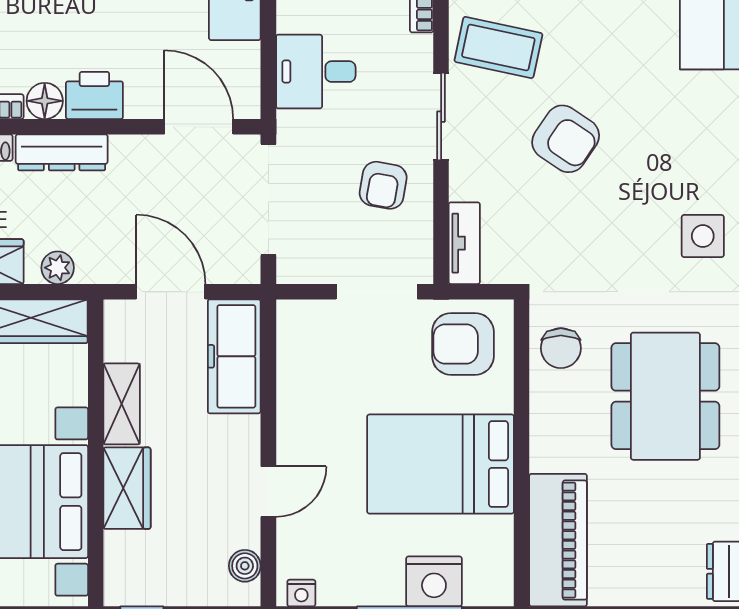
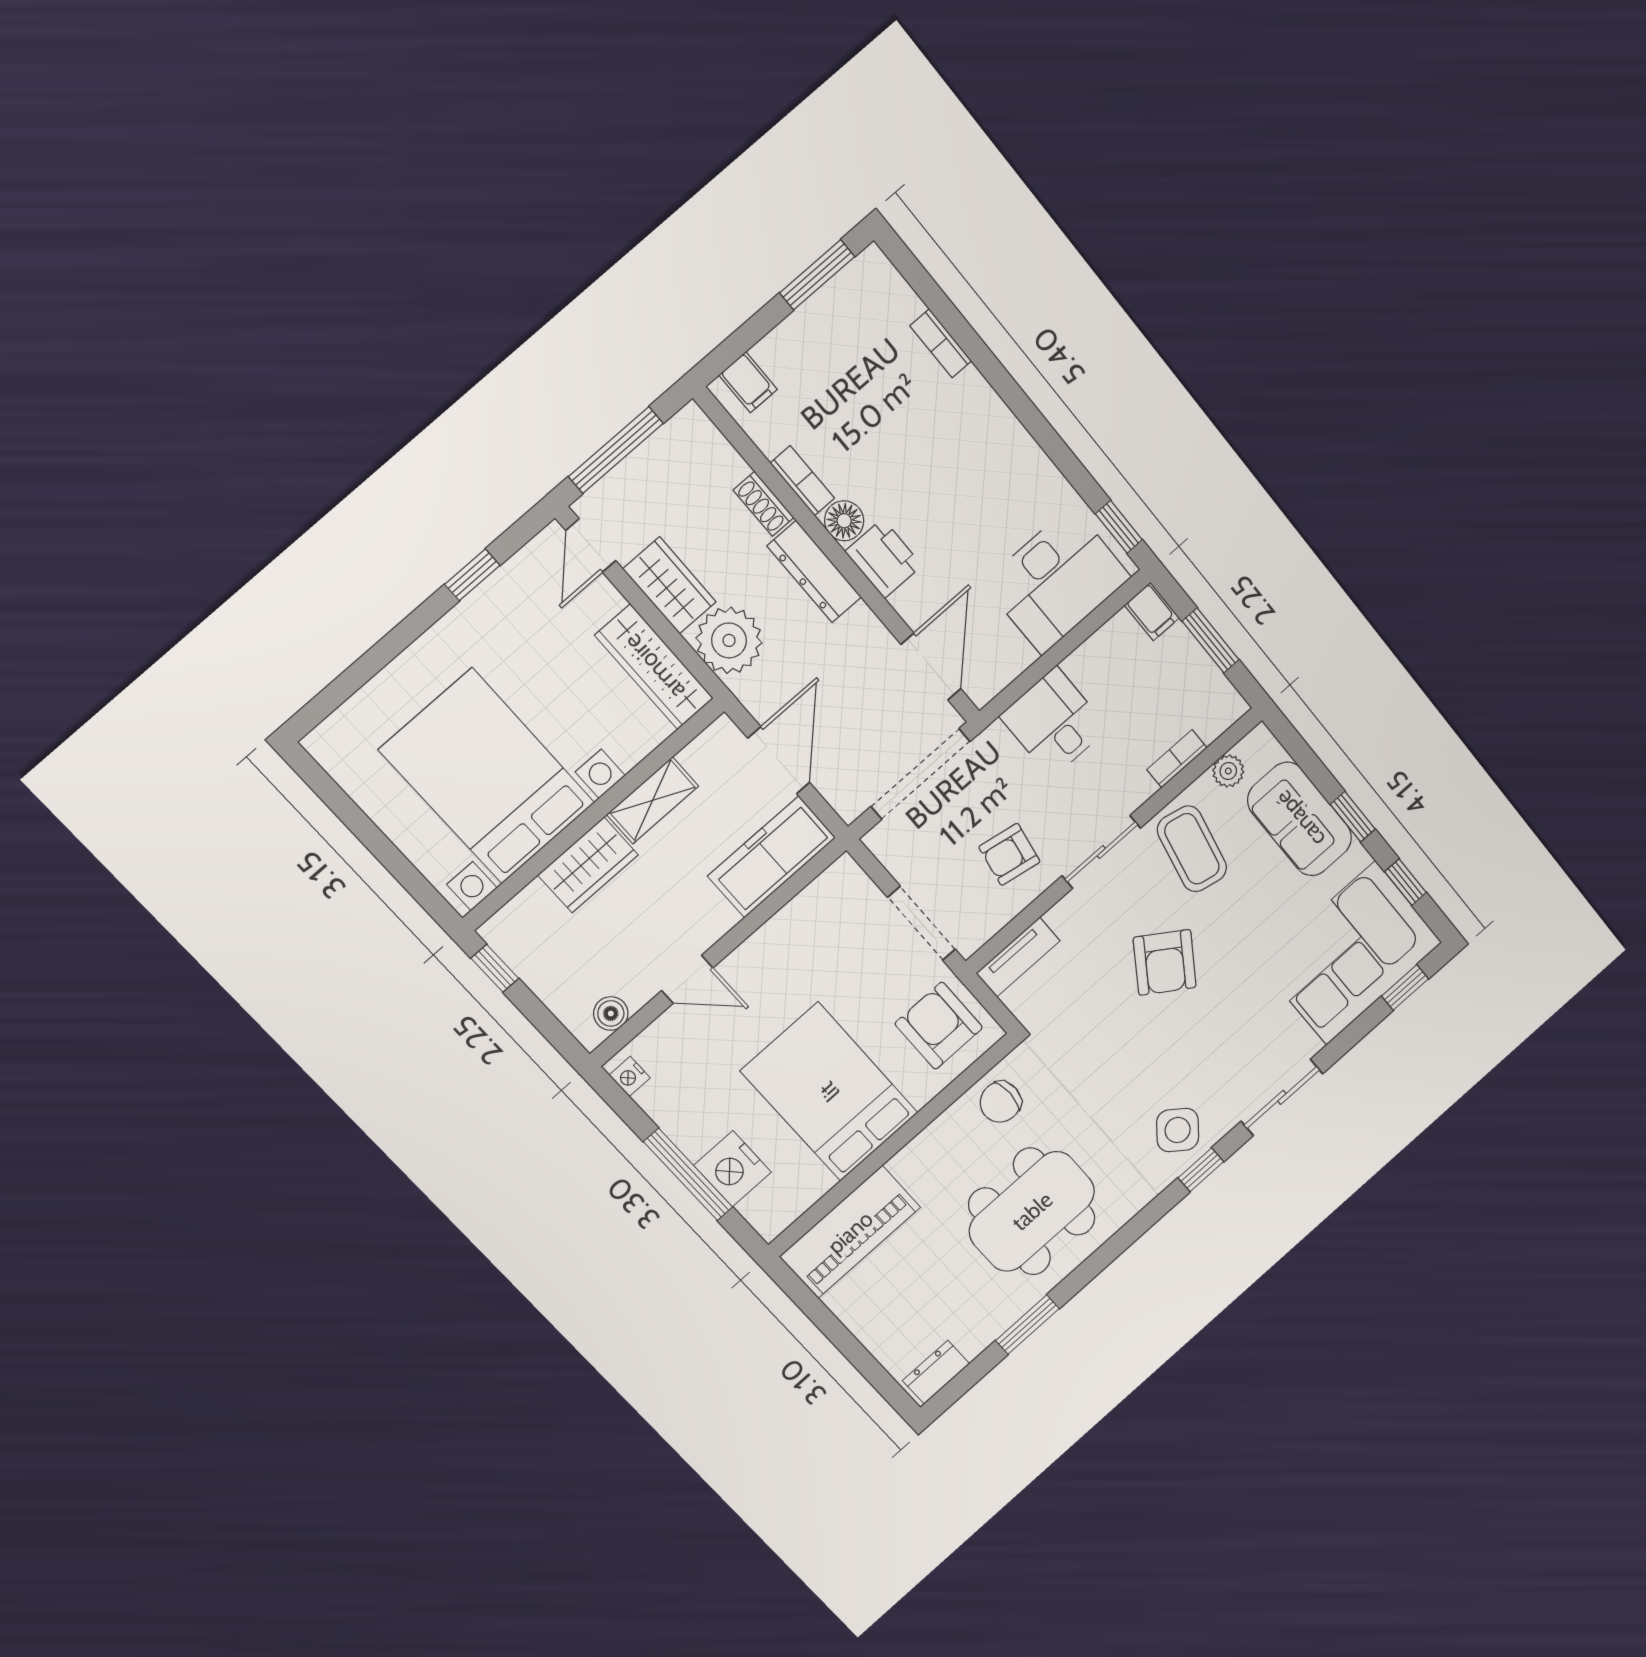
side table: (703, 236) -> (1178, 1130), turned 38
plant: (58, 268) -> (729, 640), width x1.87, depth x1.87

